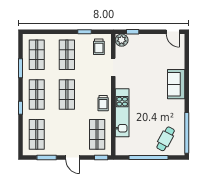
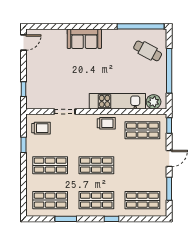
plant: (122, 40) -> (154, 102), moved

